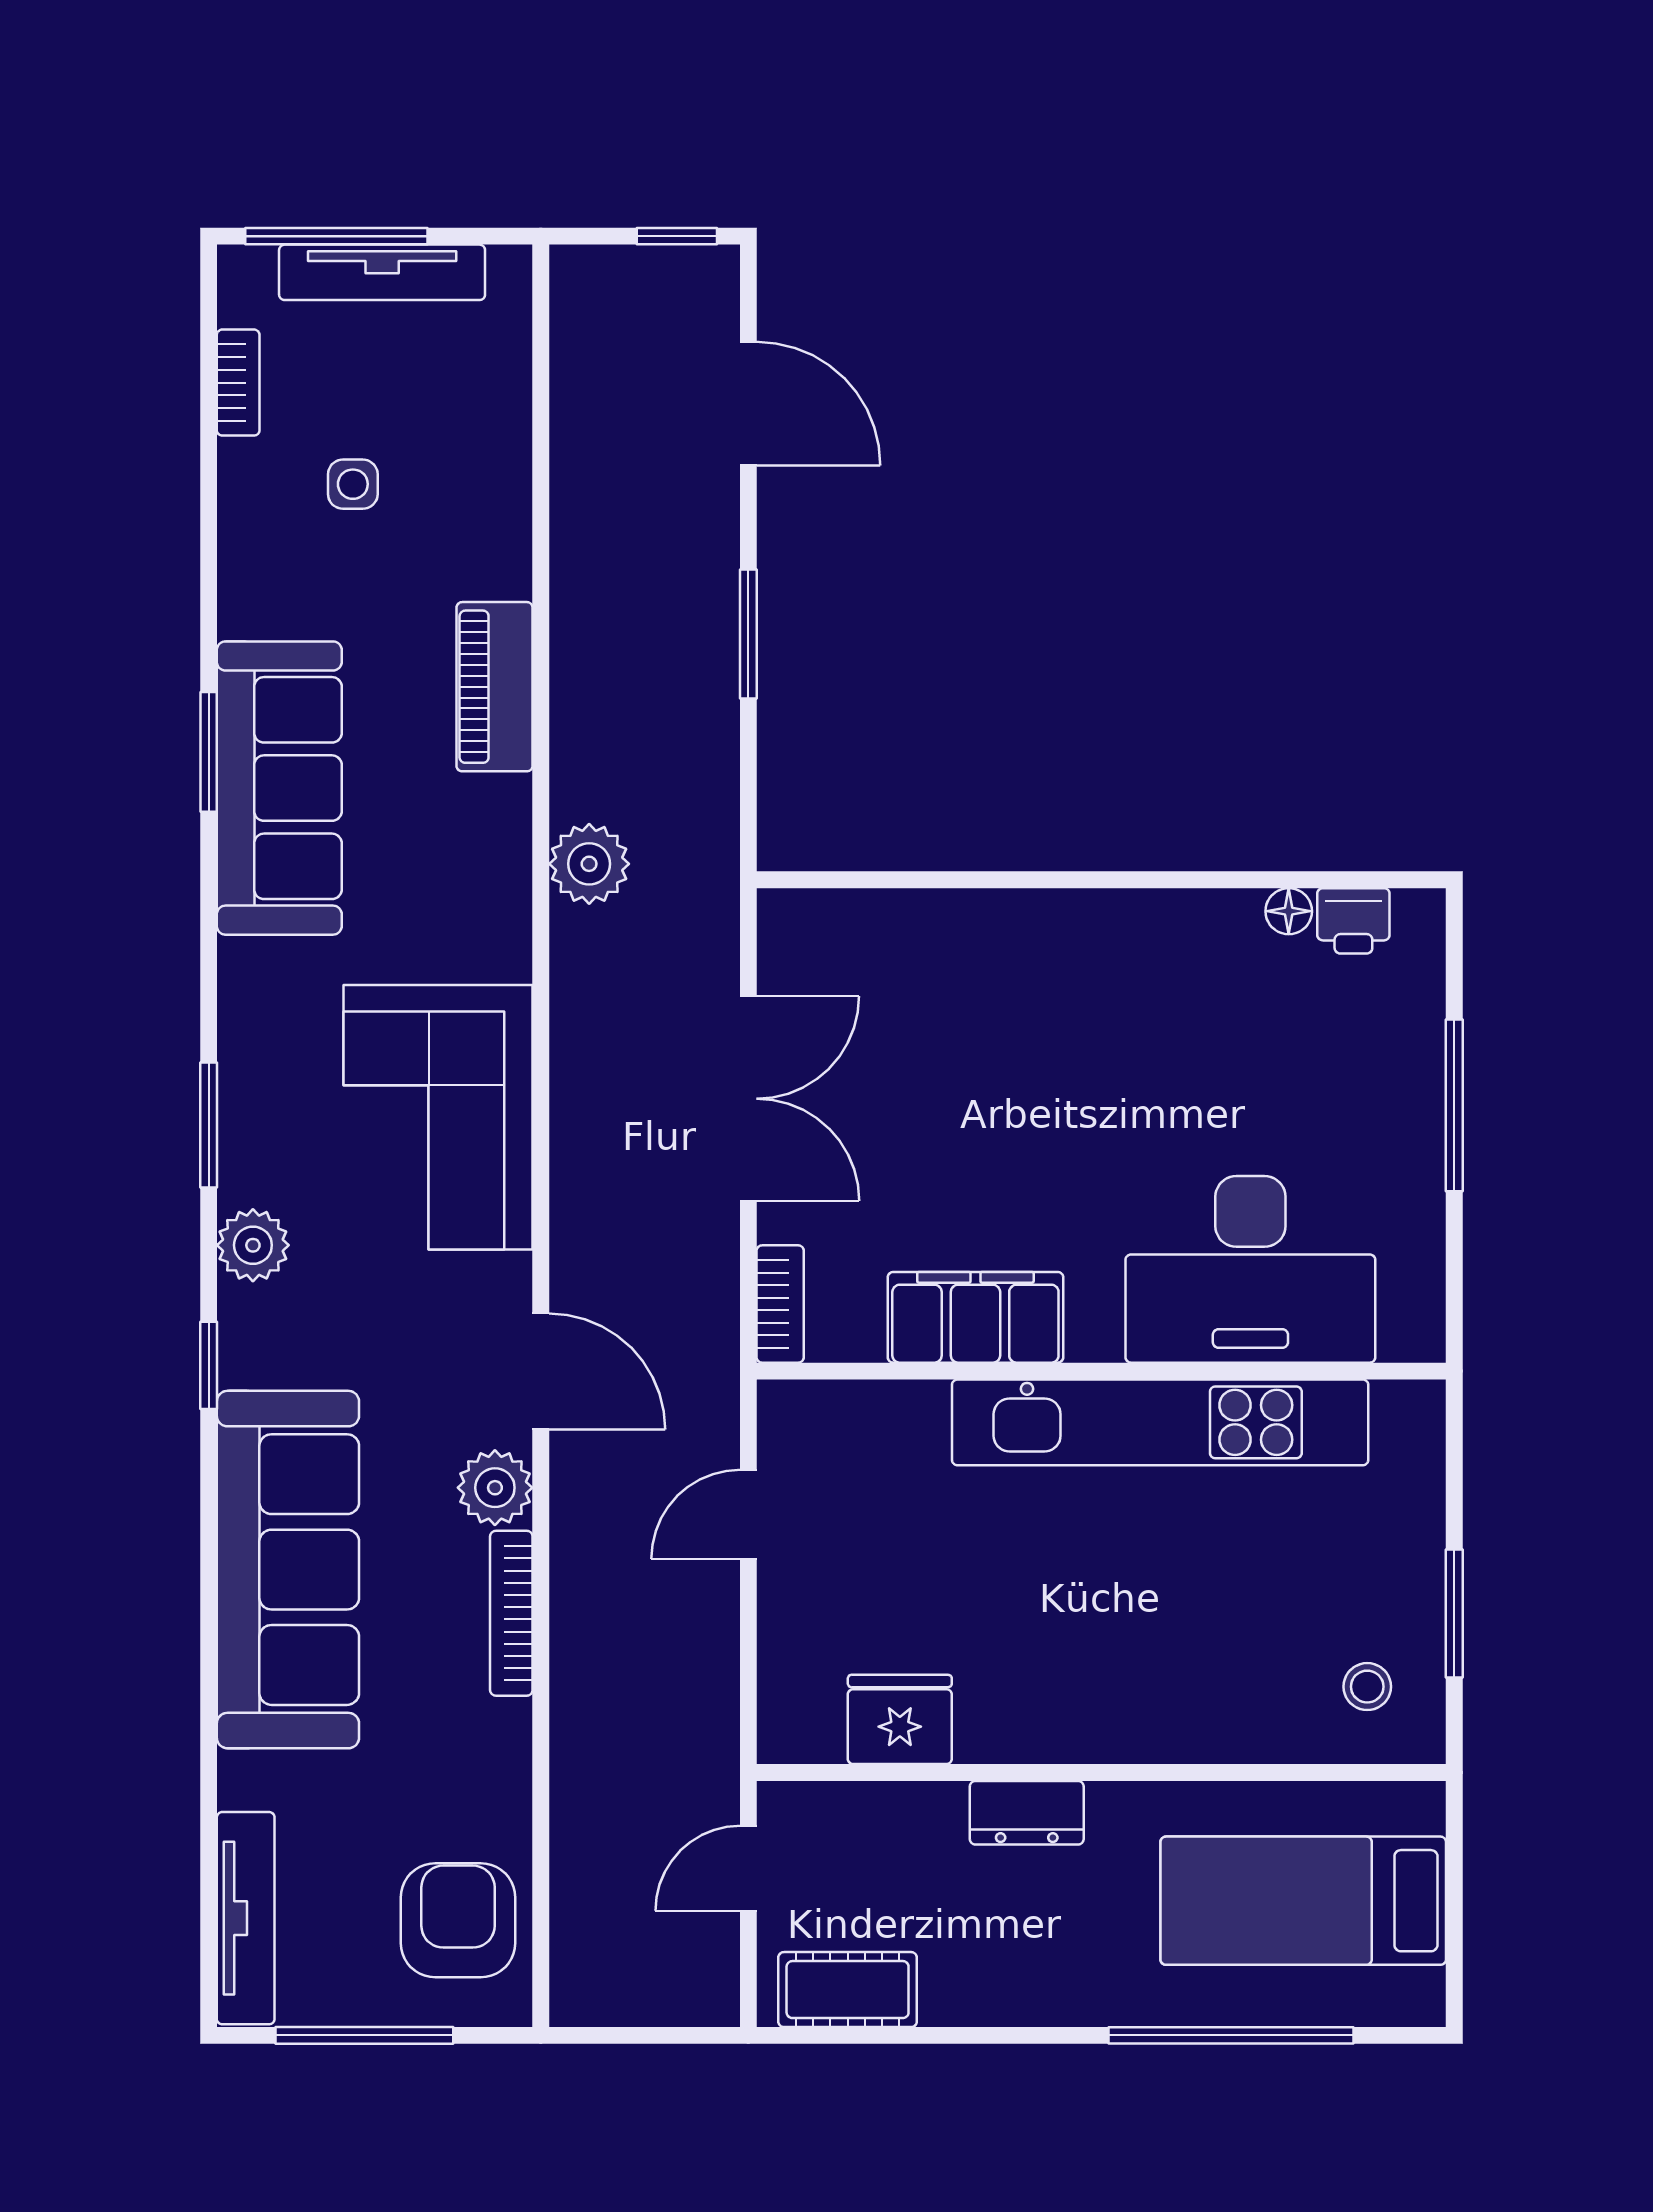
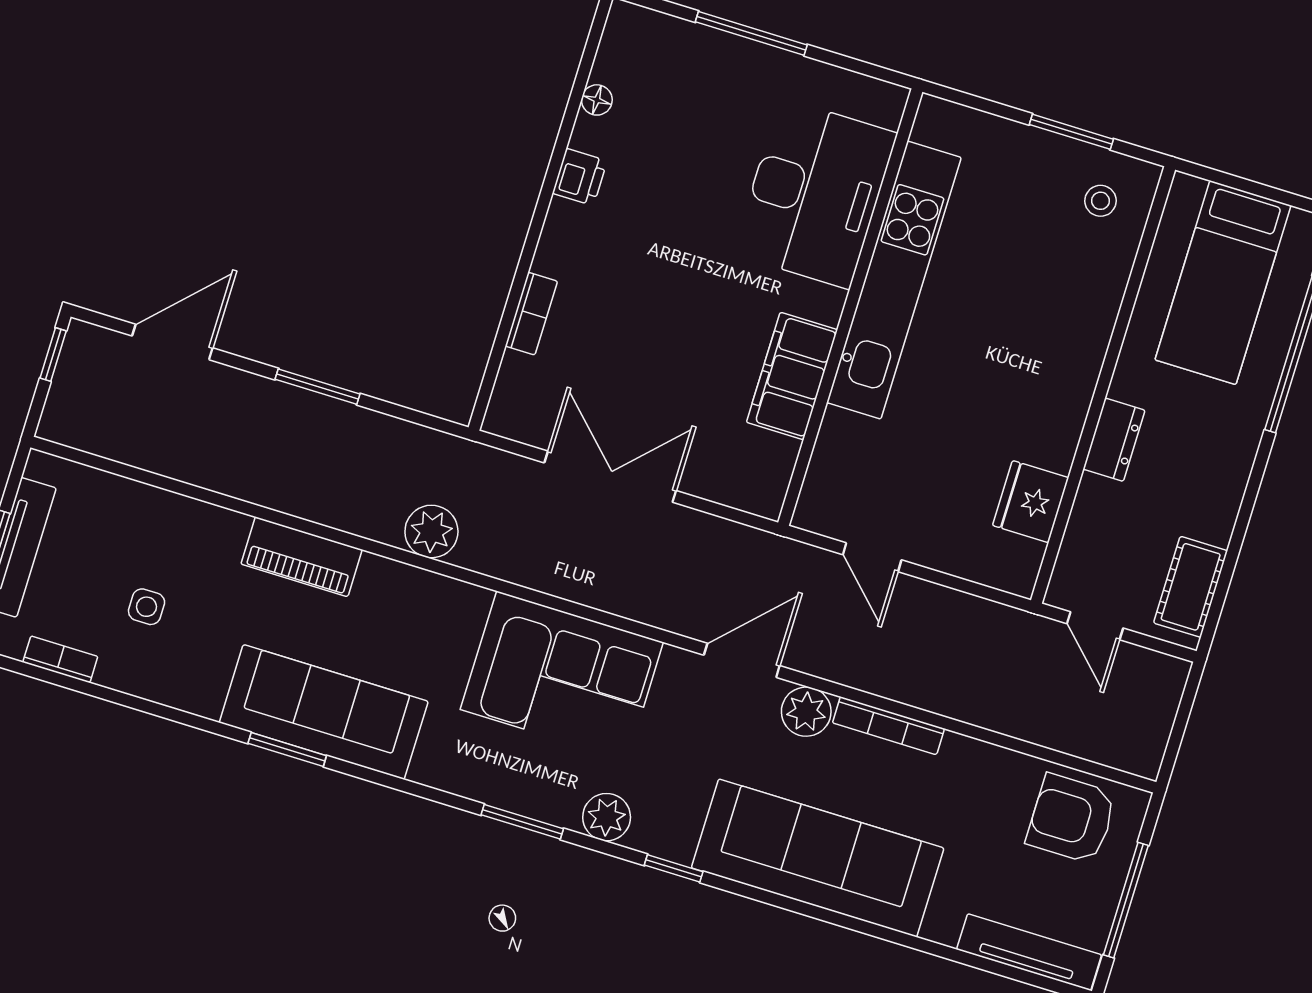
printer: (1353, 921) -> (580, 177), moved
bookcase: (780, 1304) -> (531, 314), moved, turned 90

